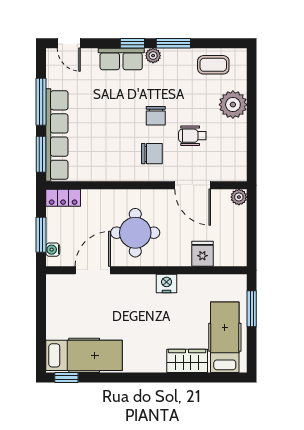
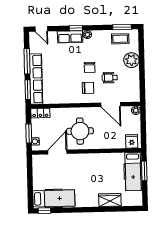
window: (173, 43) -> (122, 27), moved
fridge: (202, 254) -> (132, 141), moved
nightstand: (167, 283) -> (98, 158), removed
hospital bed: (225, 337) -> (133, 172), moved, turned 180

